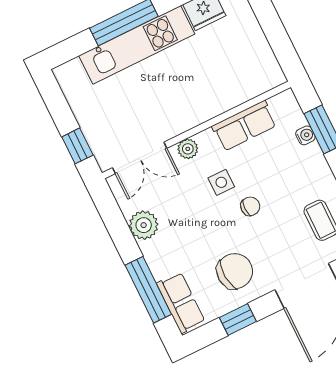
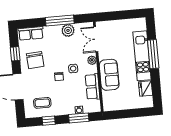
sofa: (205, 100) -> (109, 75), added
window: (77, 146) -> (110, 16), removed
window: (148, 290) -> (60, 21), moved

